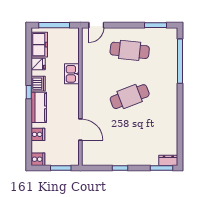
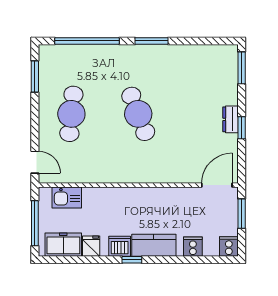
kitchen sink: (72, 74) -> (67, 197), moved
window: (180, 106) -> (152, 41), added
door: (80, 130) -> (217, 185), moved
dresser: (168, 160) -> (230, 119), moved

